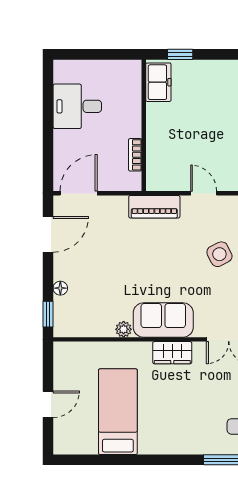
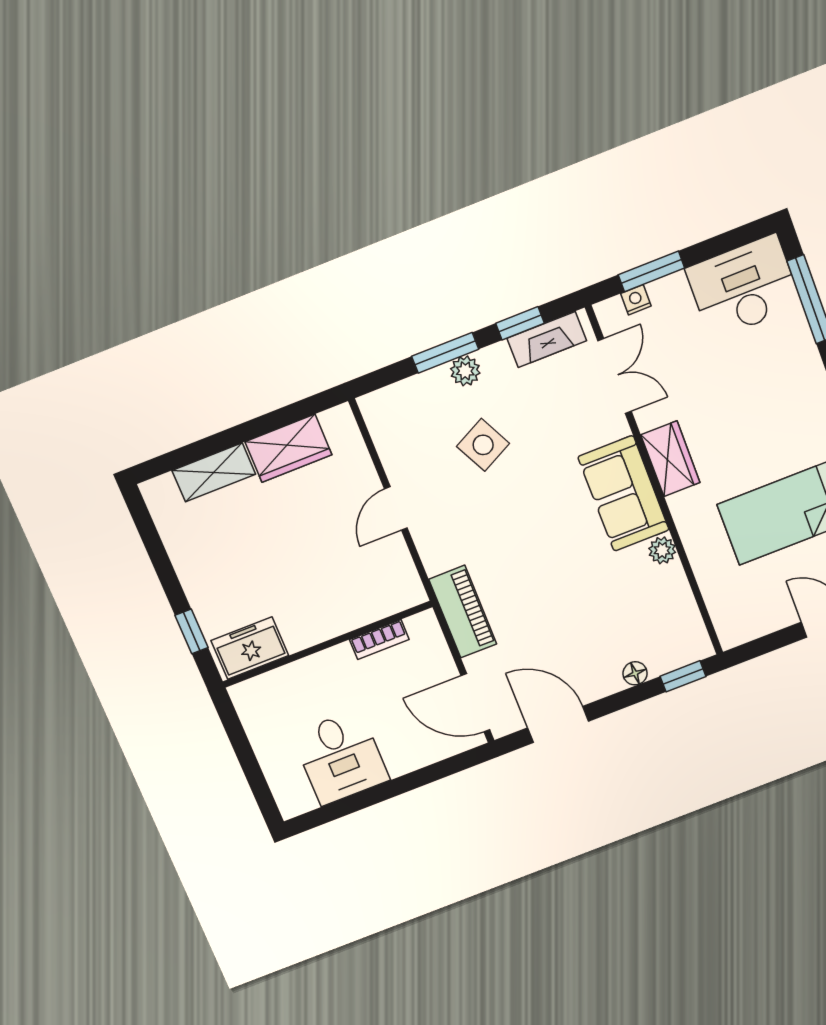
piano: (154, 207) -> (463, 612), moved

